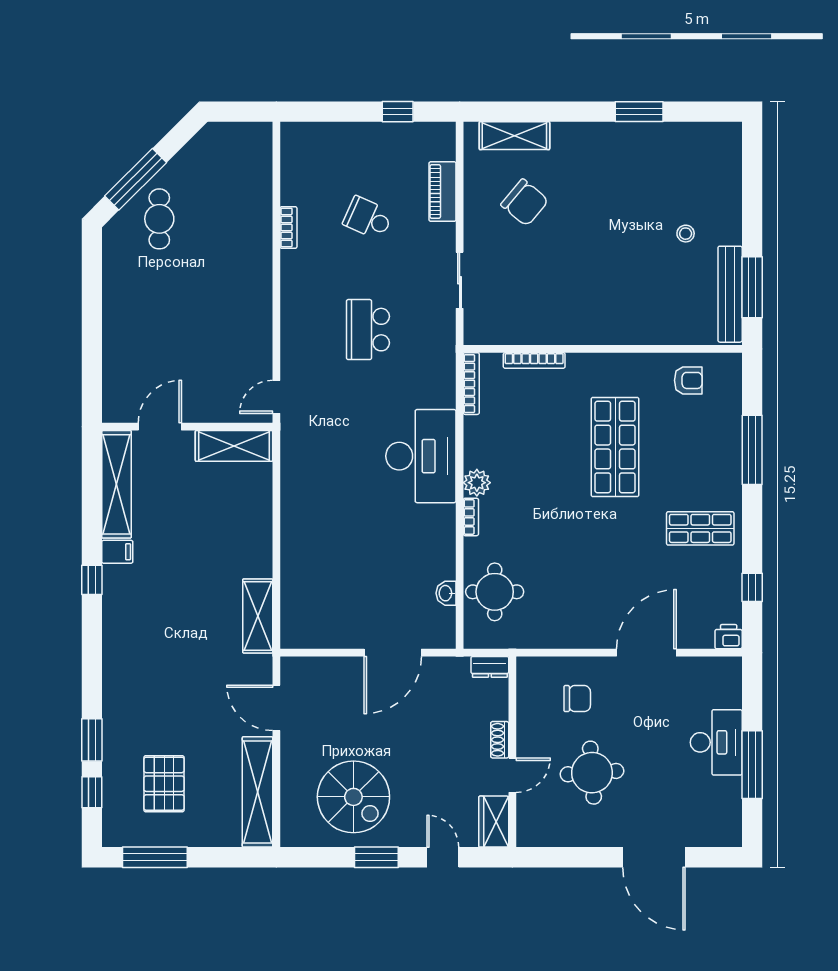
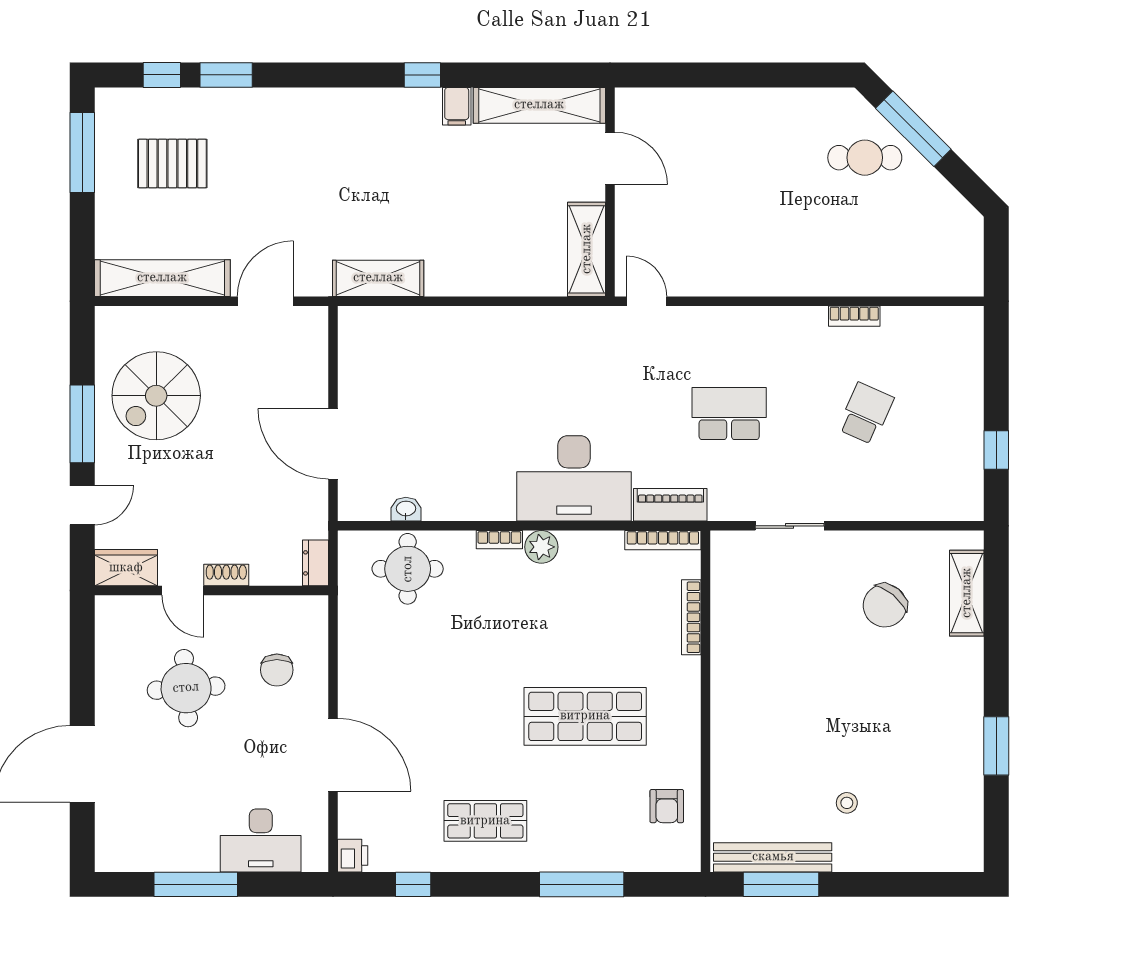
piano: (442, 192) -> (670, 505), moved
shop shelf: (700, 528) -> (485, 821), turned 90
desk: (716, 742) -> (261, 840), moved
window: (376, 857) -> (82, 424), width x1.44

